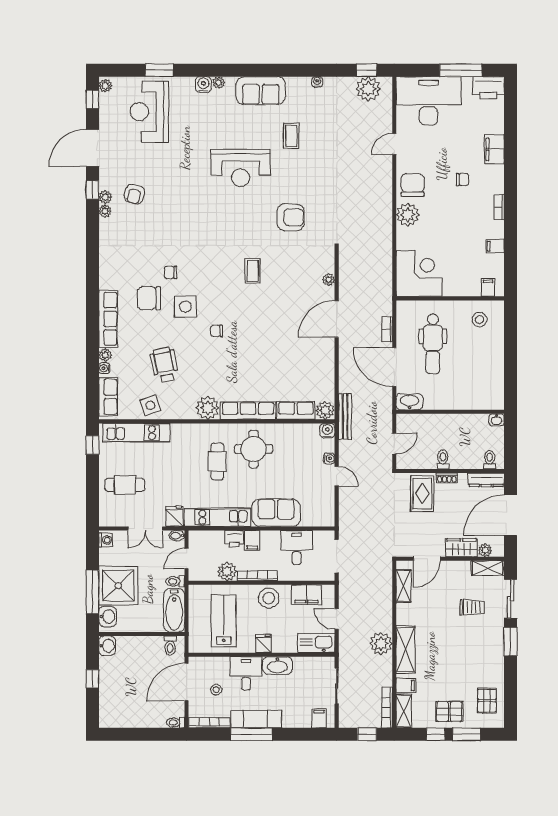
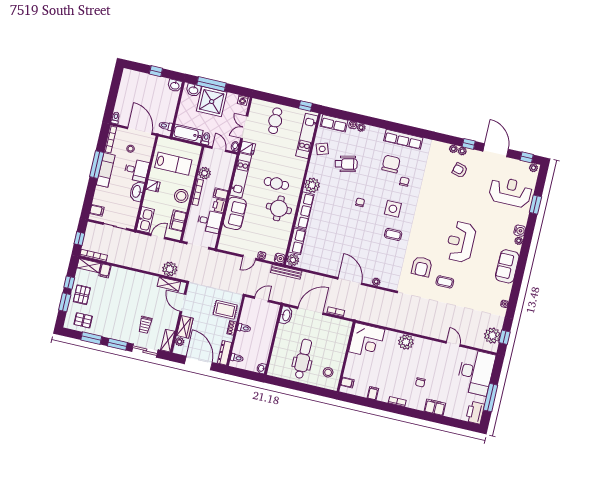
coffee table: (291, 136) -> (445, 282), moved
chair: (413, 185) -> (424, 350), removed
side table: (185, 307) -> (393, 209), moved
row of seats: (108, 319) -> (403, 139), moved
dental chair: (433, 344) -> (303, 359), moved, turned 90
door: (394, 443) -> (262, 299), swing flipped
printer: (234, 539) -> (219, 206), moved
plant: (381, 644) -> (170, 269), moved
shelving: (406, 650) -> (128, 276), removed
window: (511, 683) -> (91, 338), added

